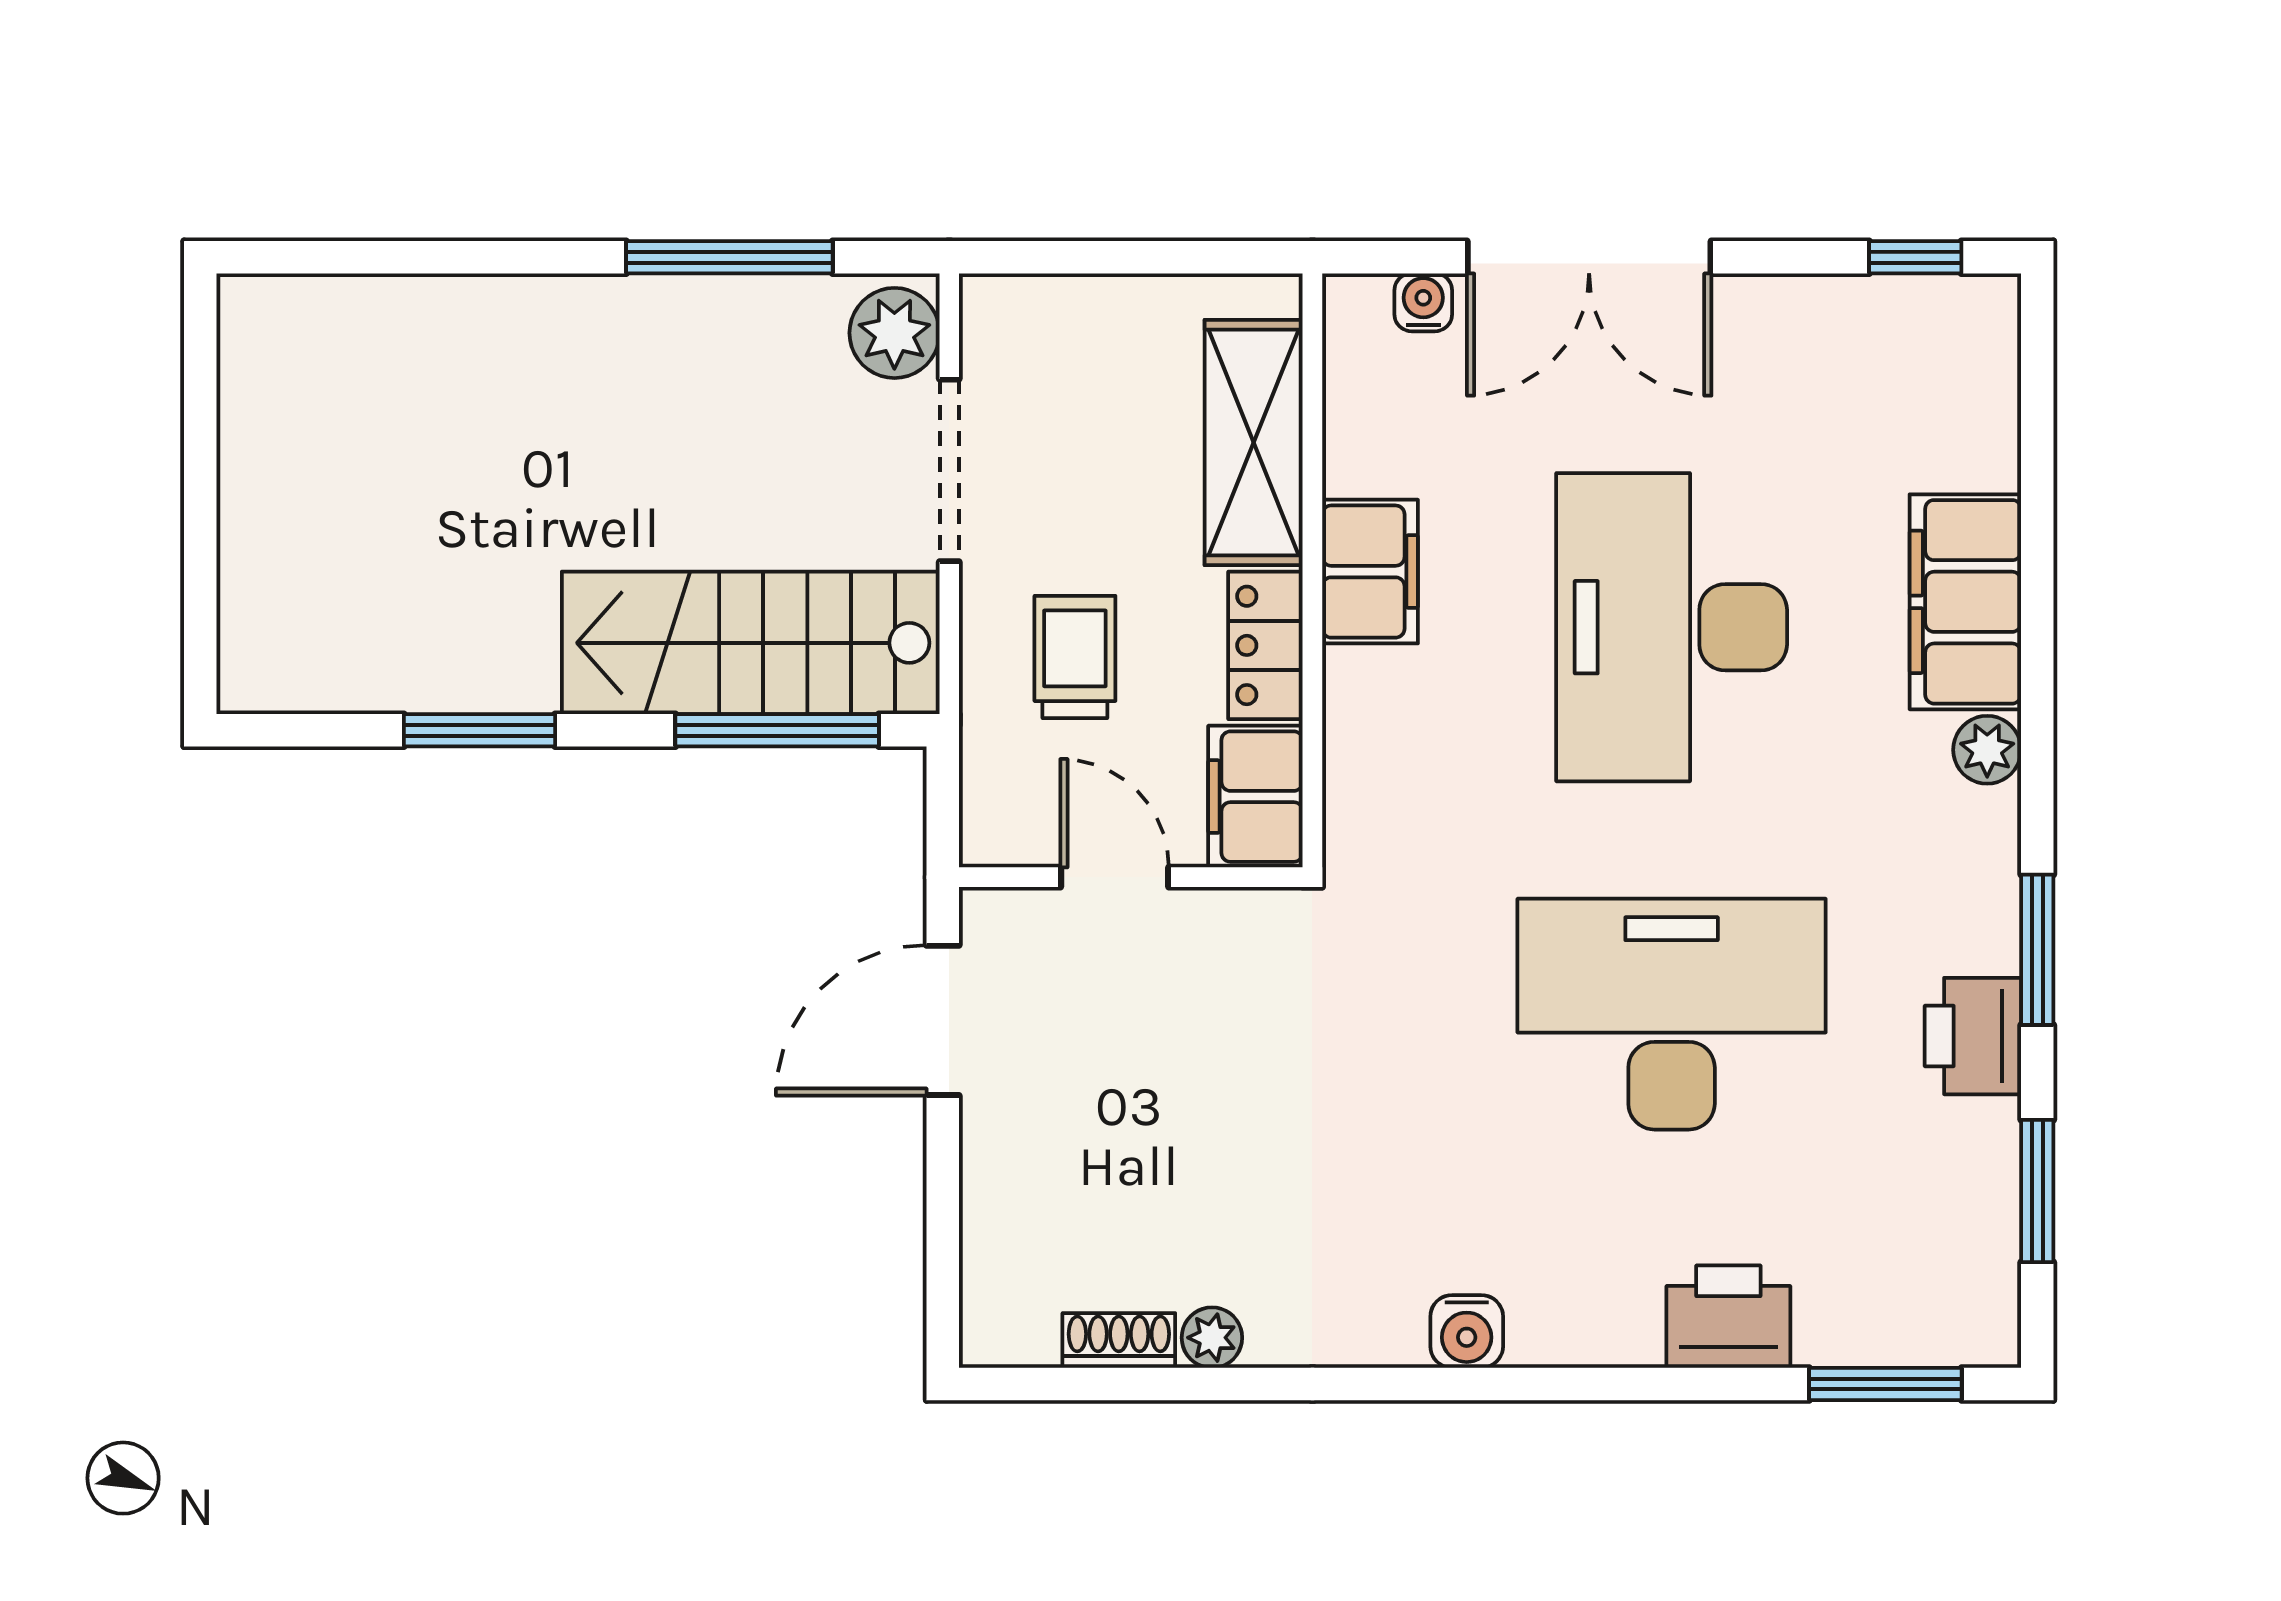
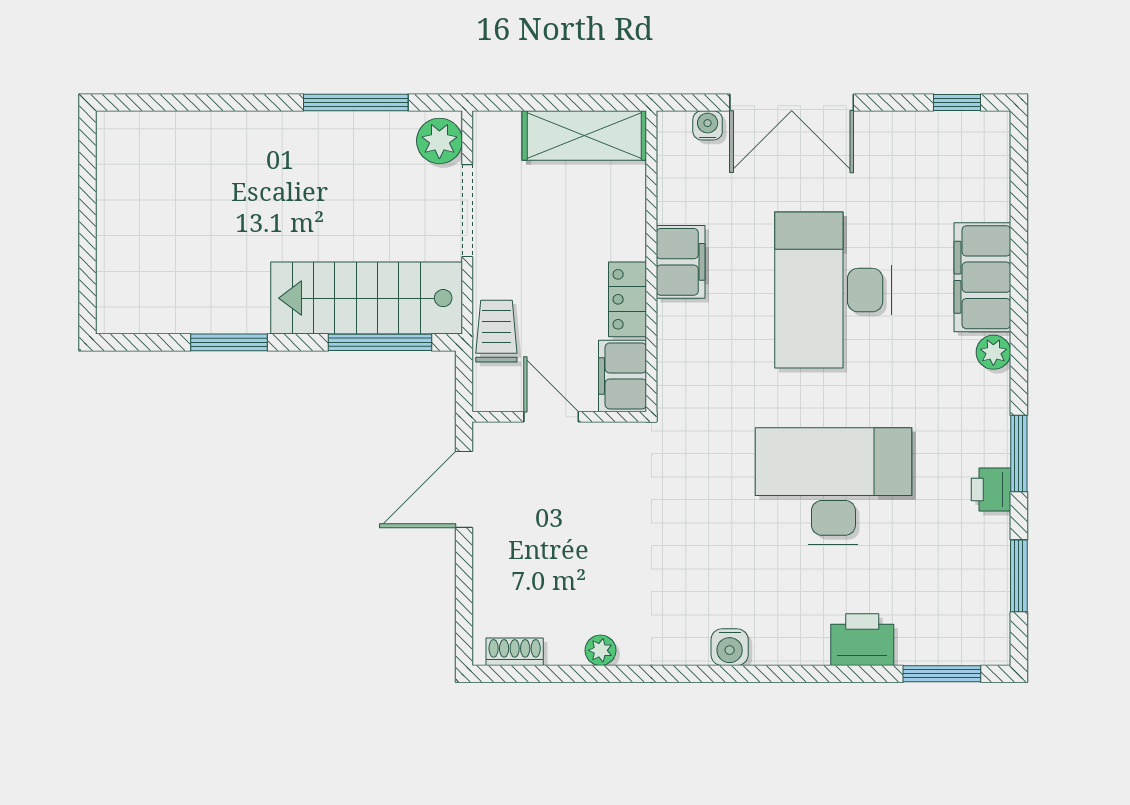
shelving: (1254, 442) -> (584, 136), moved, turned 90
trolley: (1075, 657) -> (496, 331), moved
printer: (1973, 1036) -> (991, 490), width x0.73, depth x0.81
shoe rack: (1119, 1340) -> (515, 652), moved

